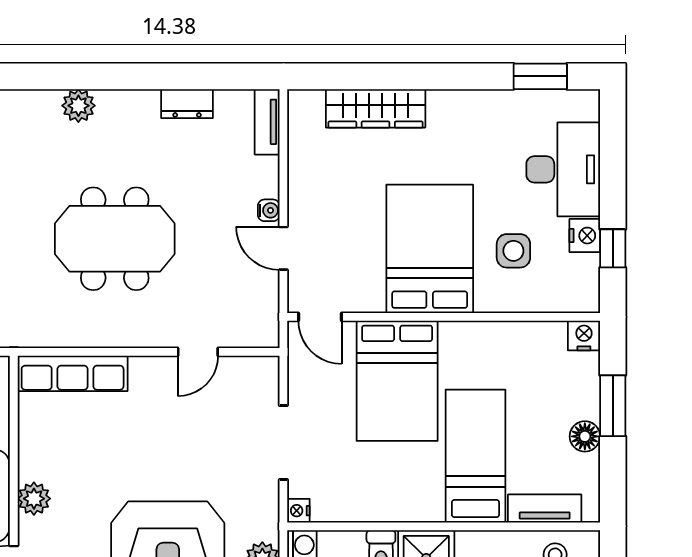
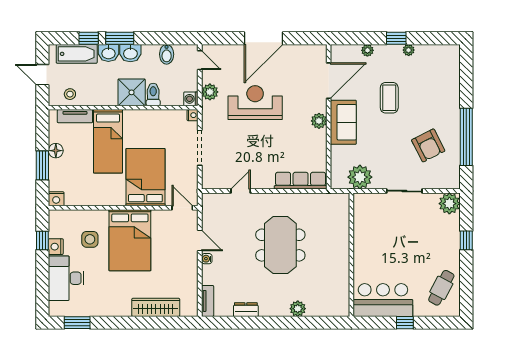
meeting table: (115, 239) -> (280, 245), turned 90

